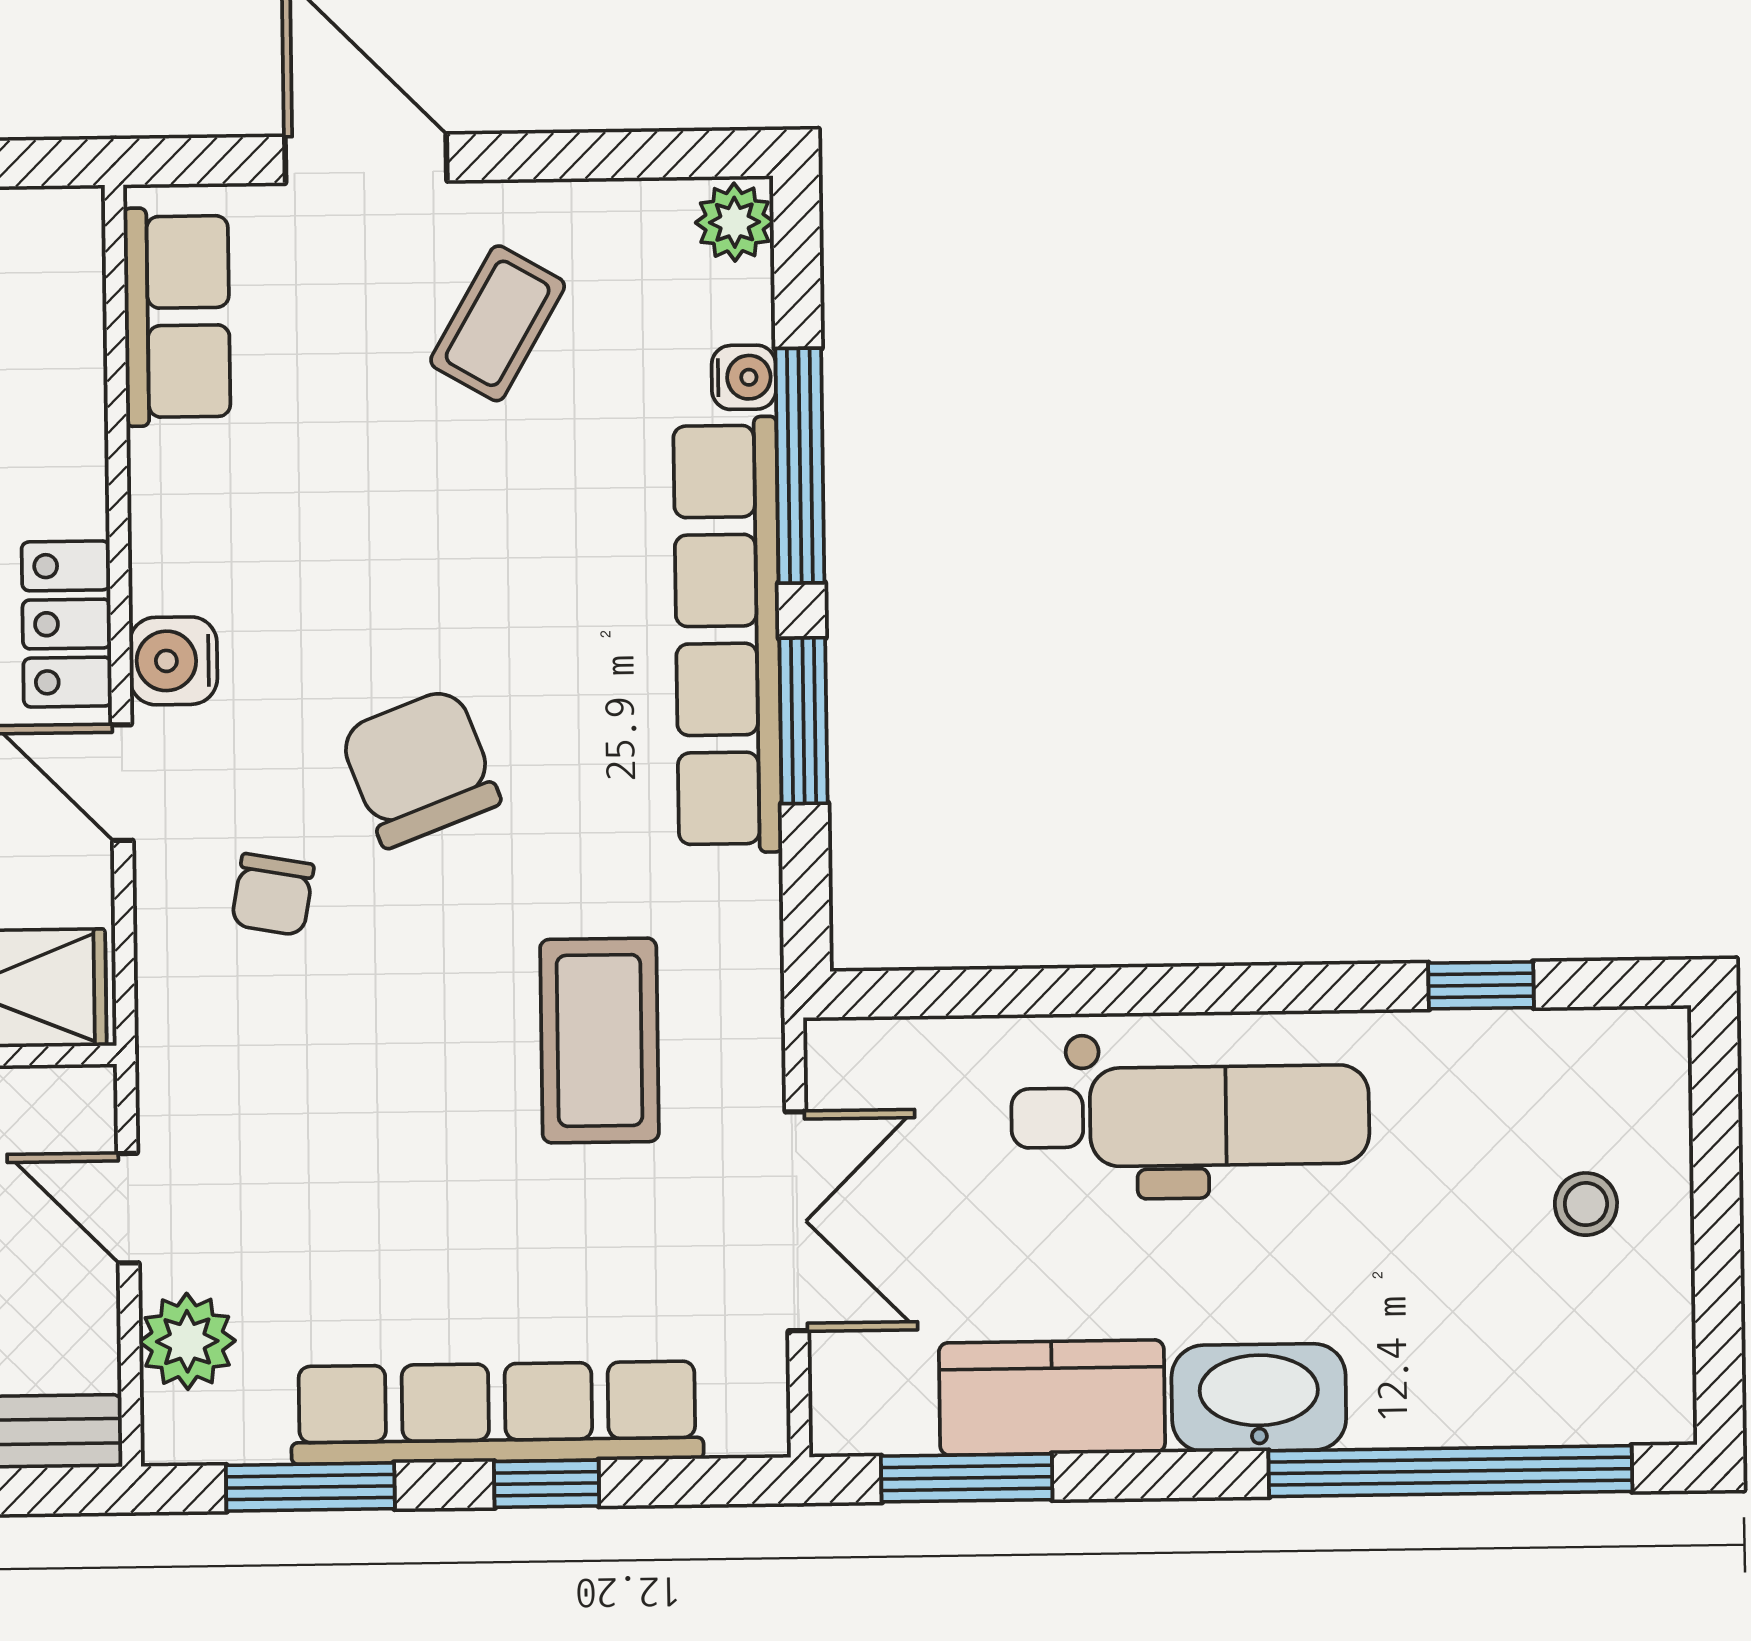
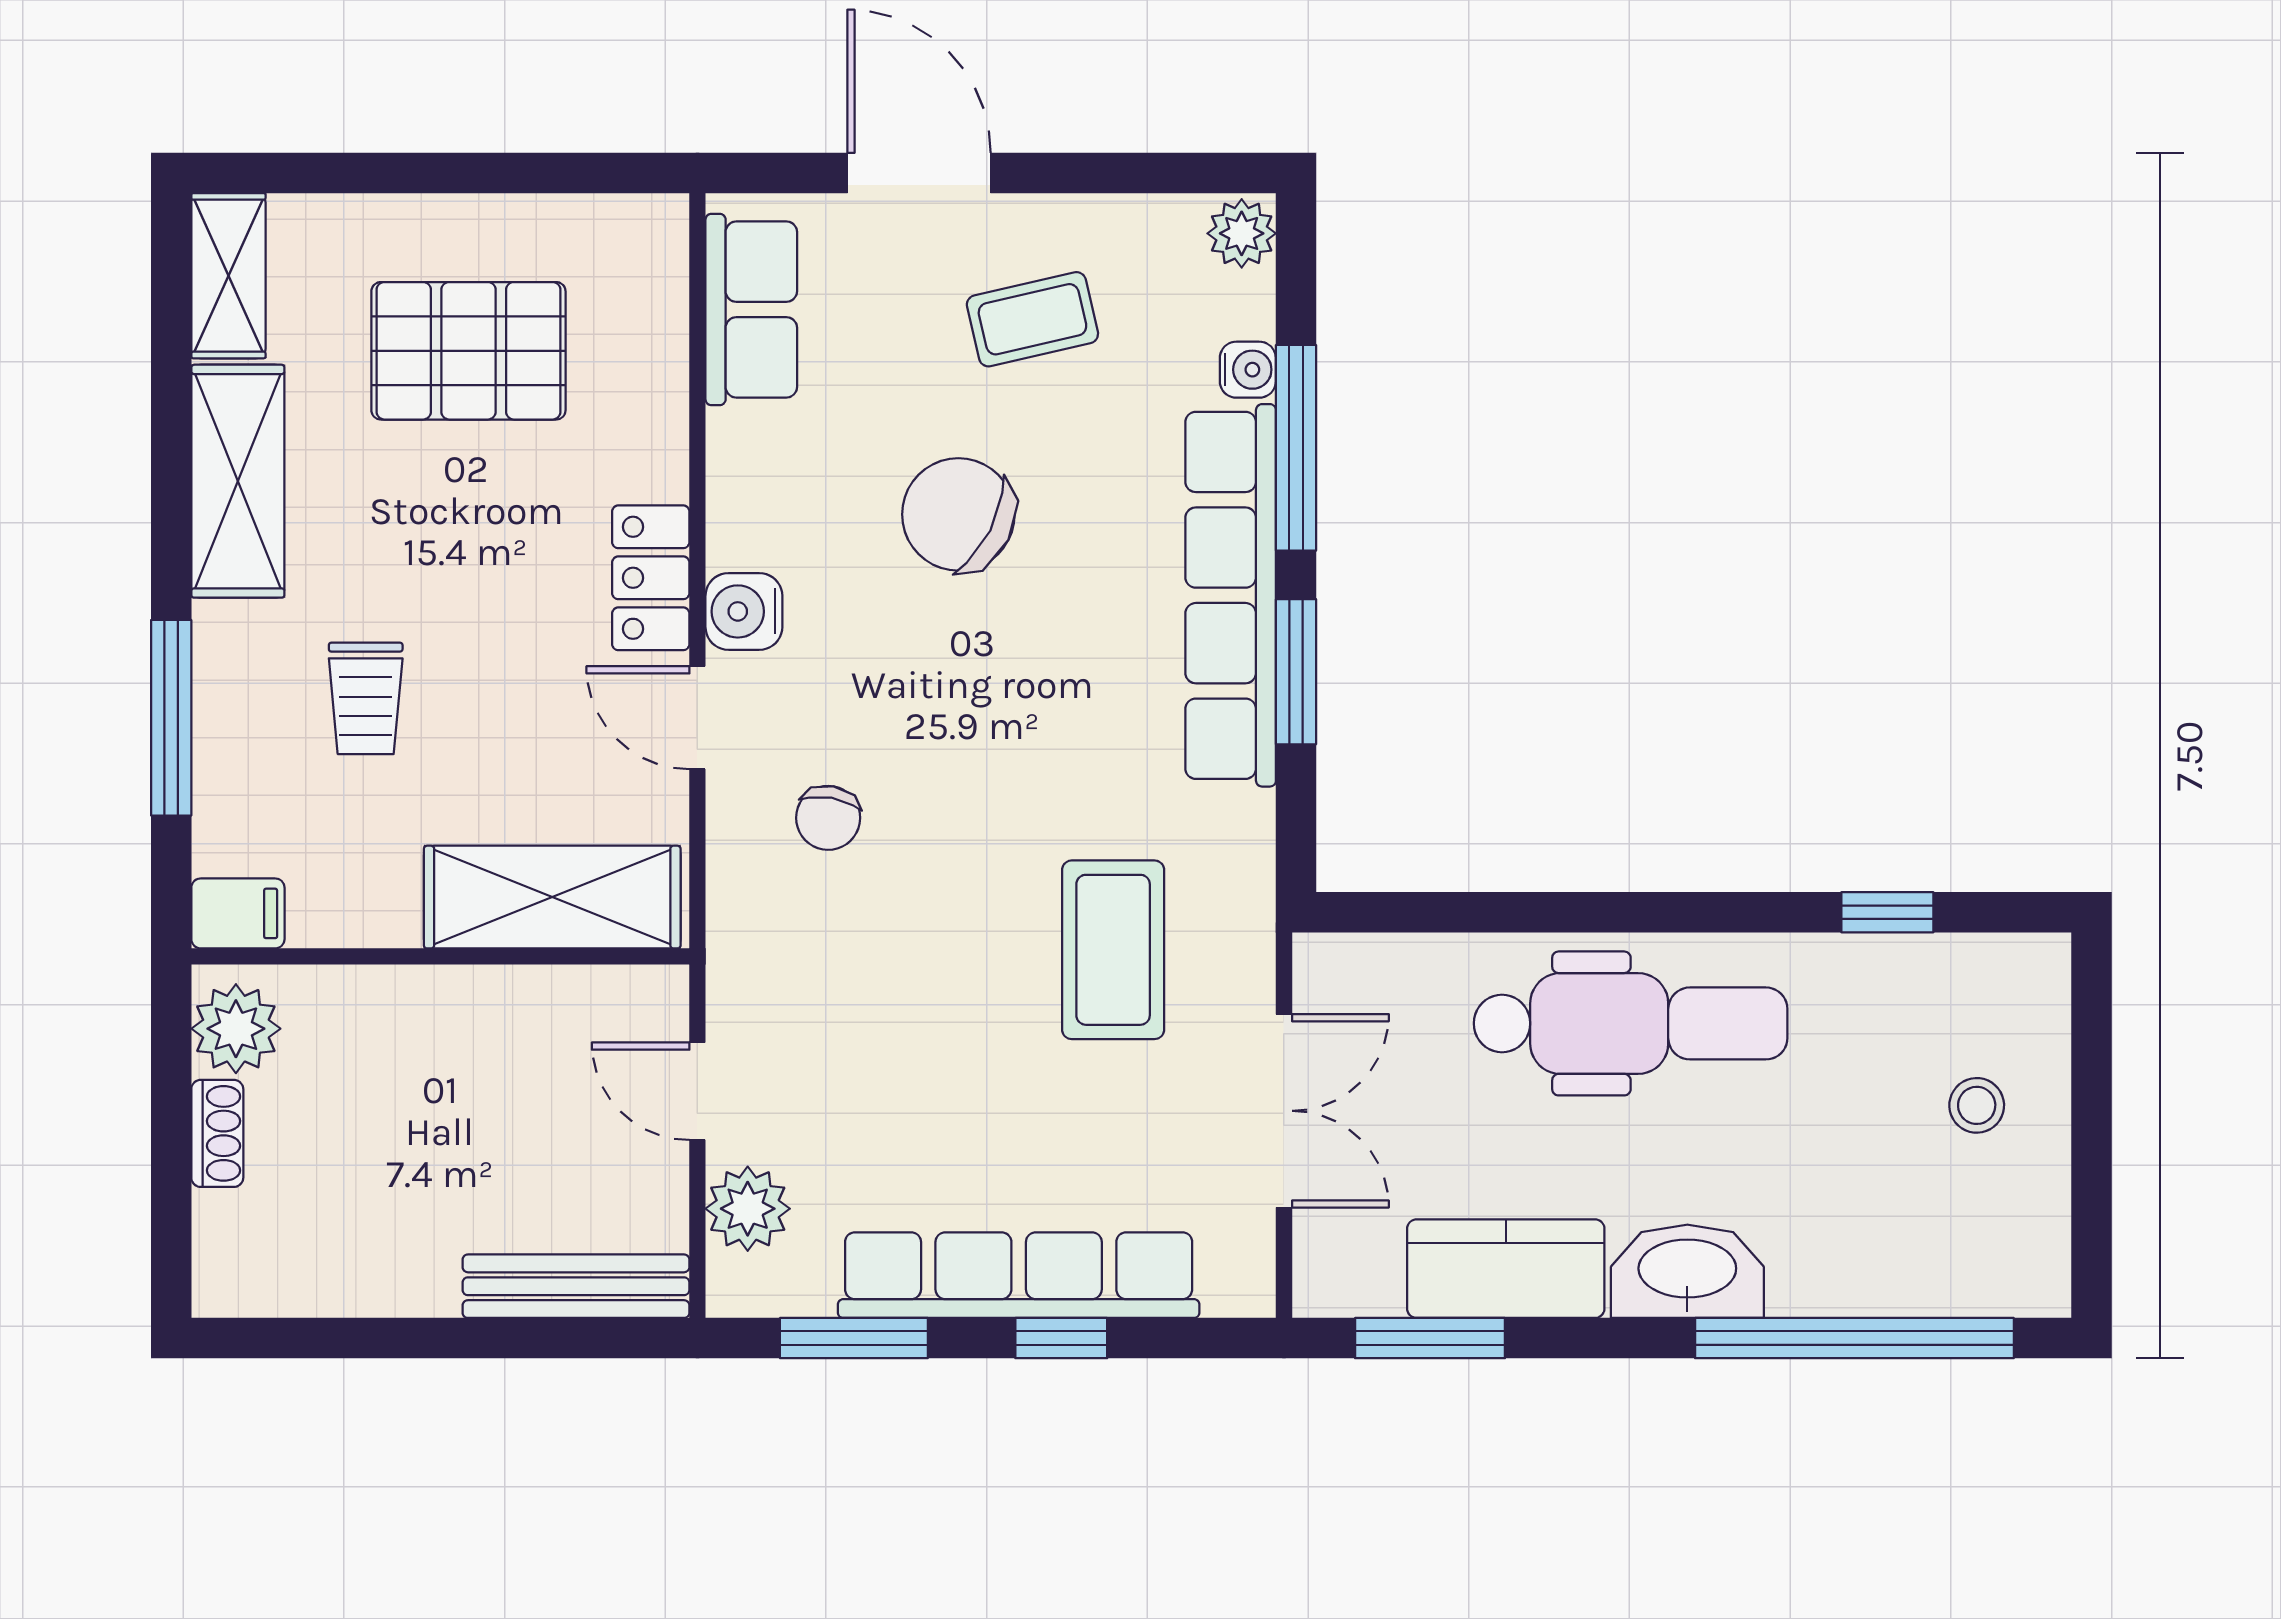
coffee table: (498, 323) -> (1032, 319), turned 47
chair: (420, 768) -> (958, 514), moved, turned -42

